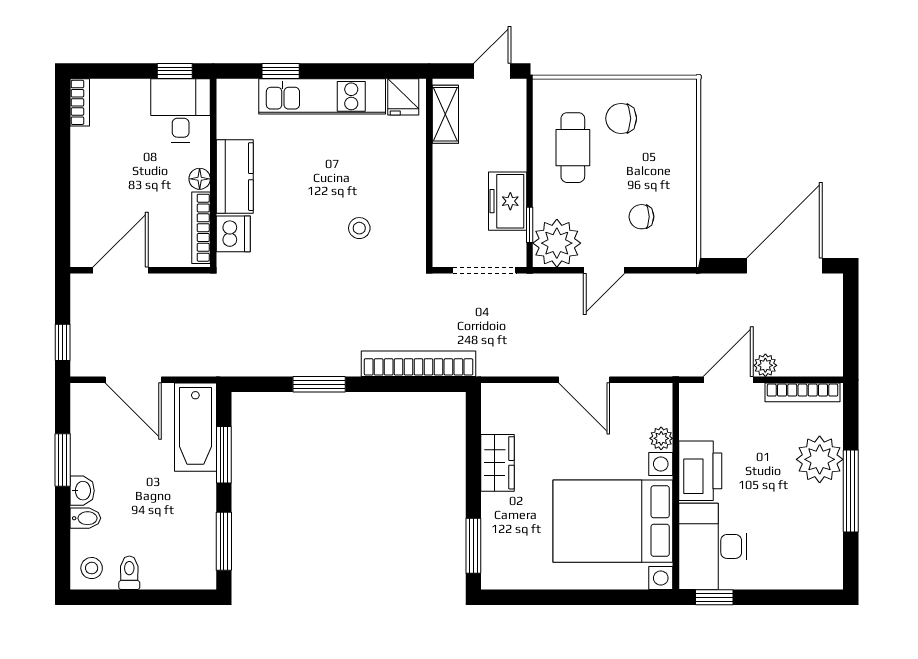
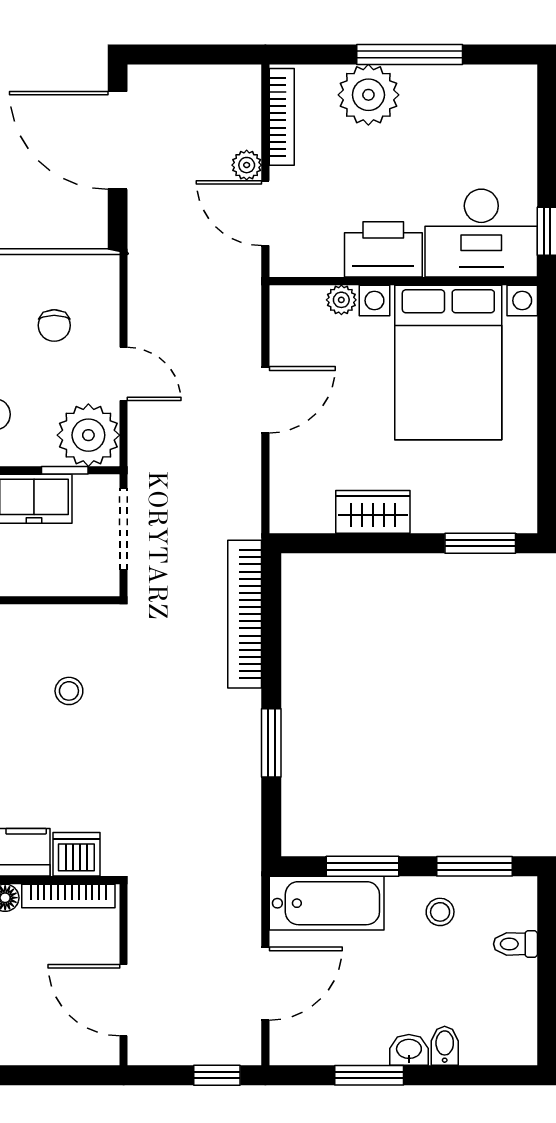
stool: (92, 568) -> (440, 912), moved
toilet: (129, 573) -> (515, 944), moved

